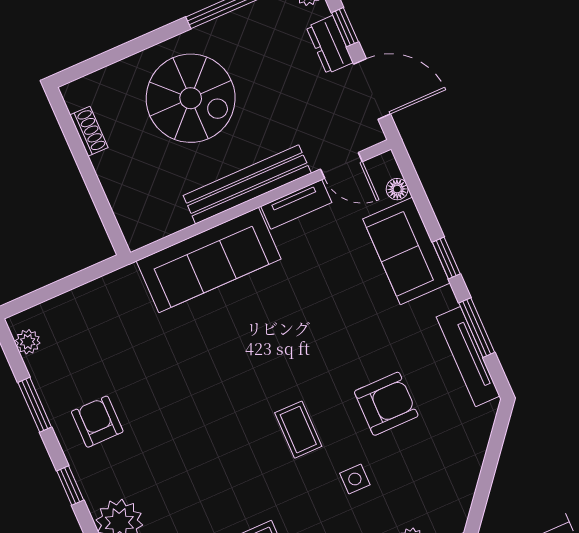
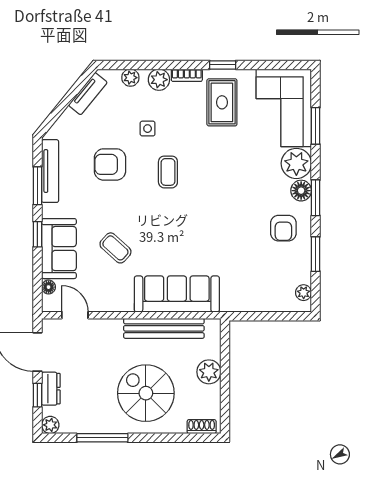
shoe rack: (89, 131) -> (202, 427), moved, turned 90
plant: (114, 168) -> (209, 372), added
bench: (247, 184) -> (164, 328), moved
tv unit: (296, 204) -> (88, 94), moved, turned 129
coffee table: (326, 287) -> (115, 248), added
window: (70, 485) -> (316, 198), width x1.50
floor lamp: (95, 487) -> (301, 191), added

